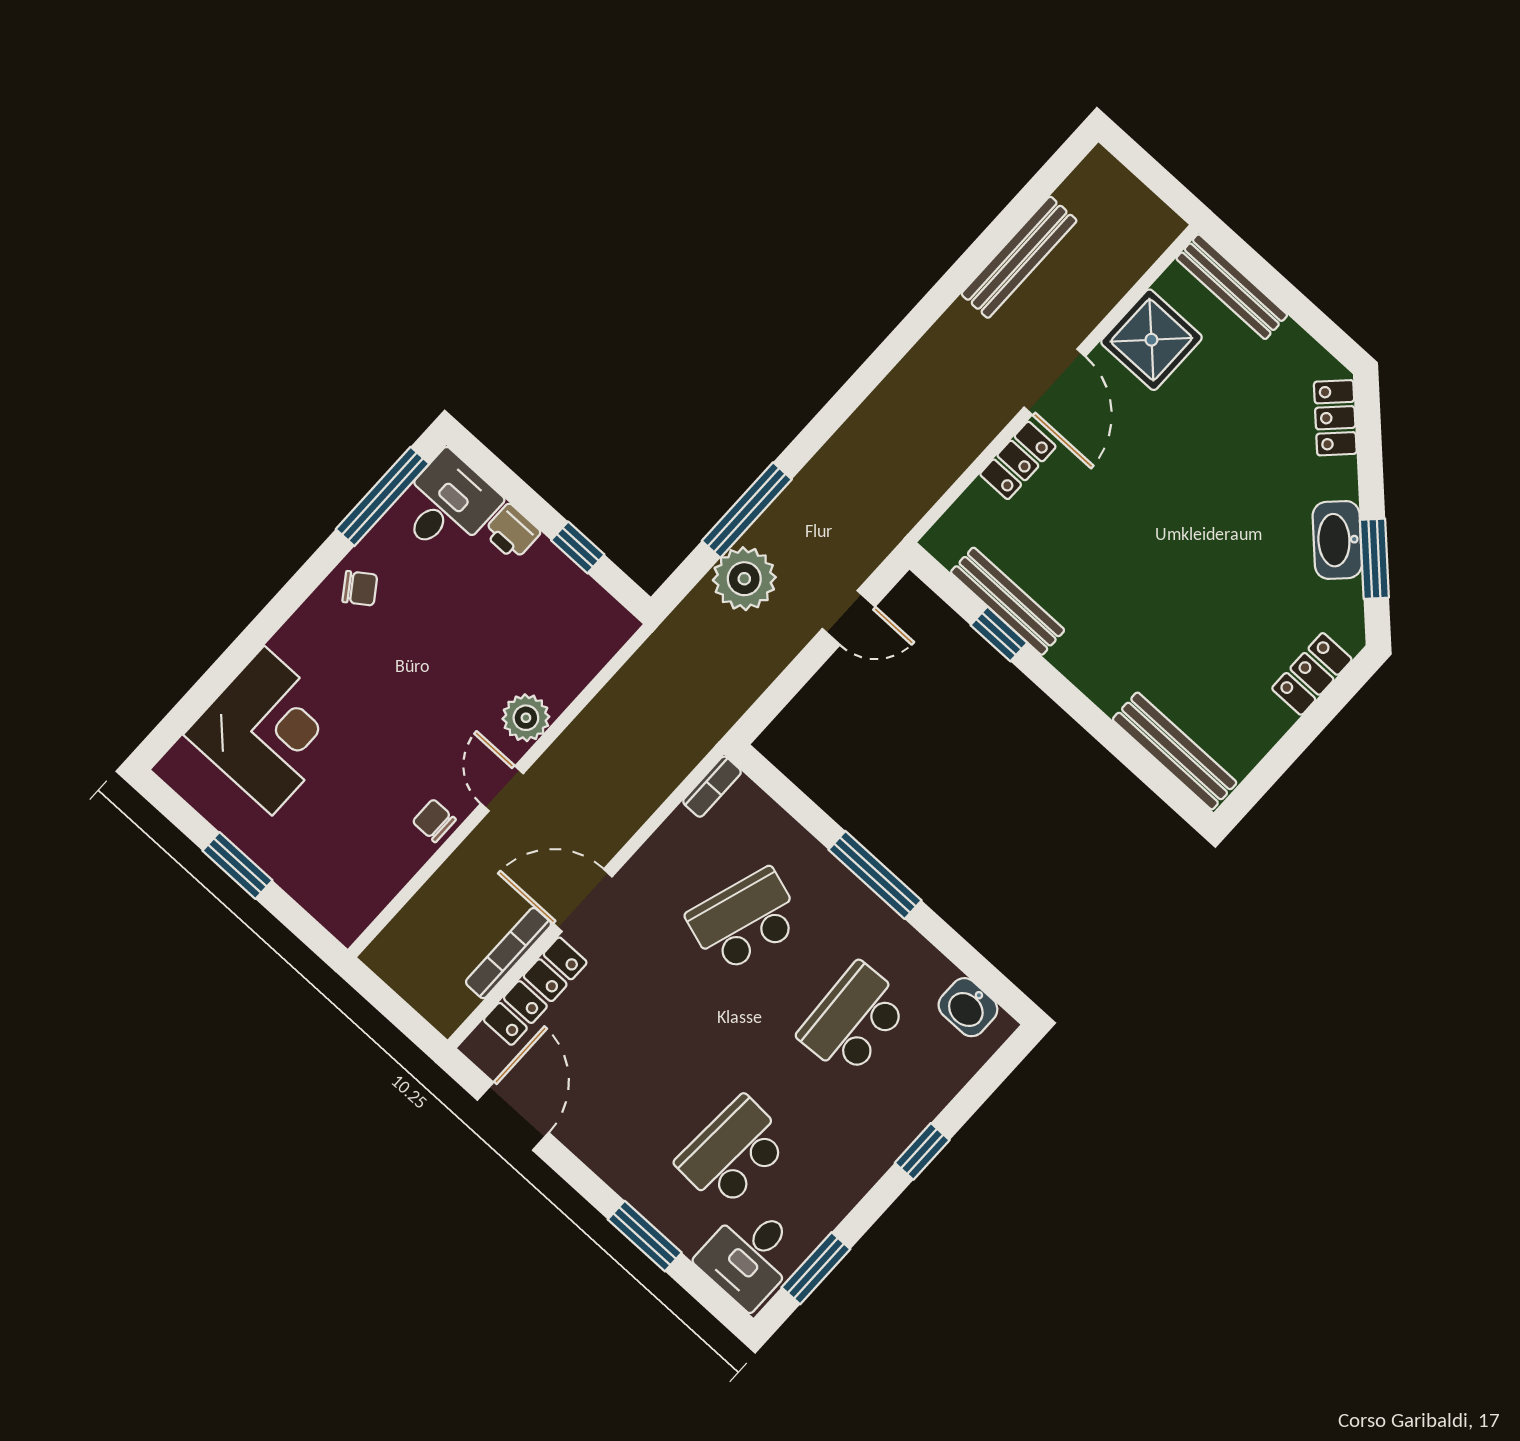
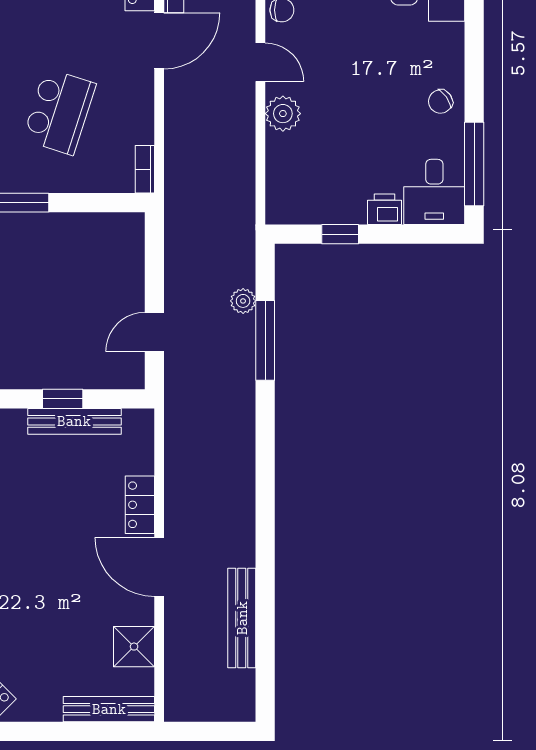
shower: (1151, 340) -> (134, 647), width x0.73, depth x0.73
plant: (744, 579) -> (243, 301), width x0.53, depth x0.53

